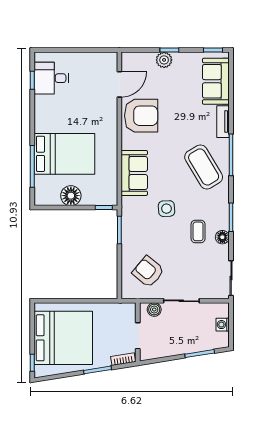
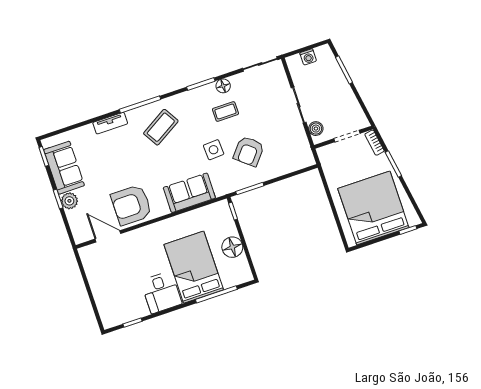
desk: (51, 78) -> (161, 292), moved
sofa: (216, 81) -> (64, 168), moved, turned -90
armchair: (141, 116) -> (131, 205), turned -90
coffee table: (204, 167) -> (161, 127), width x0.73, depth x0.76
armchair: (148, 272) -> (249, 151), moved

